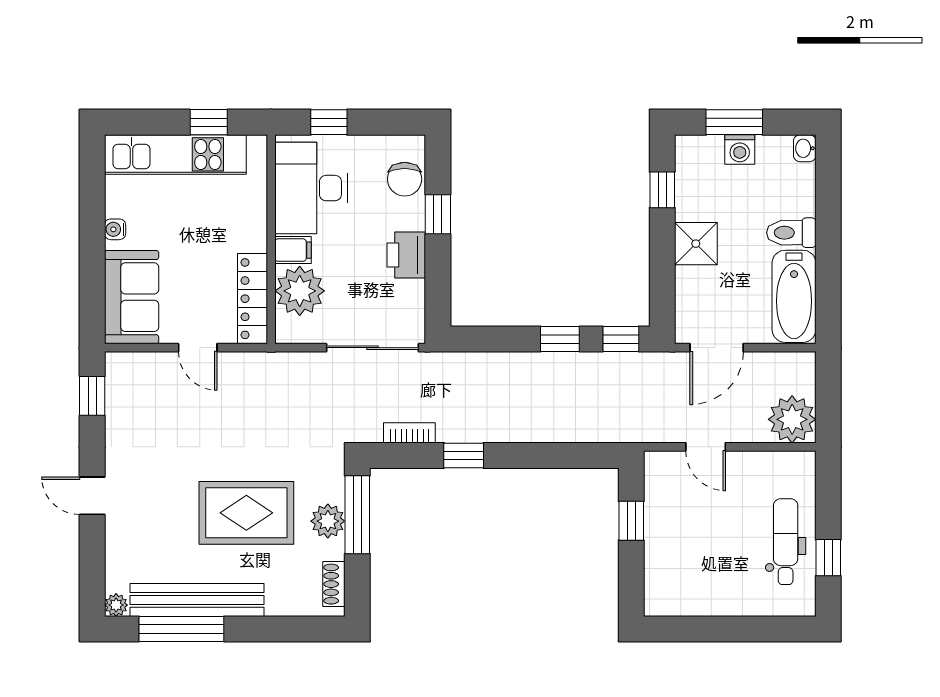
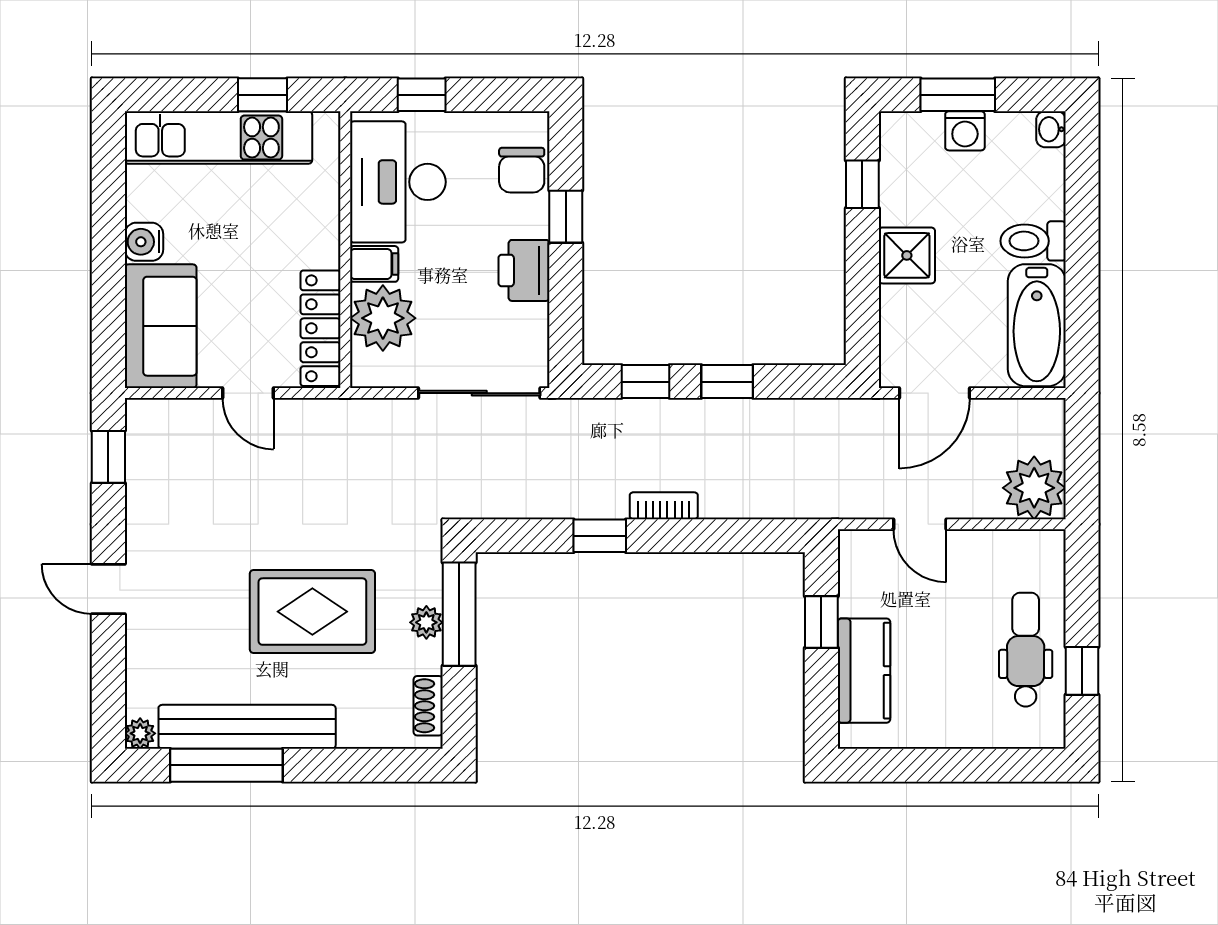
water cooler: (115, 229) -> (144, 242), width x1.38, depth x1.38
window: (621, 339) -> (645, 382), moved
bookcase: (409, 433) -> (664, 506), moved
plant: (328, 521) -> (426, 622), width x0.73, depth x0.73
kitchen counter: (663, 557) -> (864, 671), added

